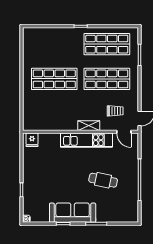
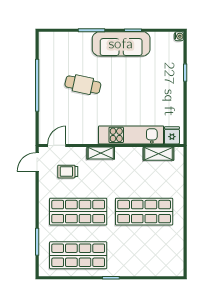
shelving: (43, 125) -> (159, 154), added
door: (124, 132) -> (57, 145), hinge flipped
kitchen unit: (86, 140) -> (131, 135), moved

